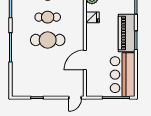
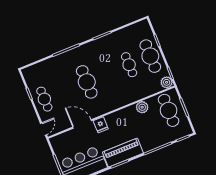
cafe table: (48, 17) -> (44, 99), moved
fridge: (93, 17) -> (101, 125), moved
door: (75, 98) -> (43, 129), swing flipped

